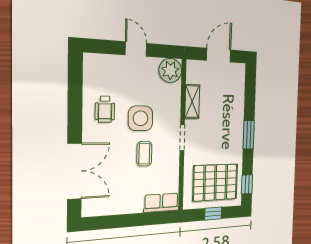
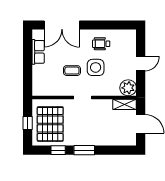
shelving: (192, 102) -> (125, 104), moved
window: (247, 184) -> (58, 150), moved
row of seats: (161, 203) -> (38, 52), moved

